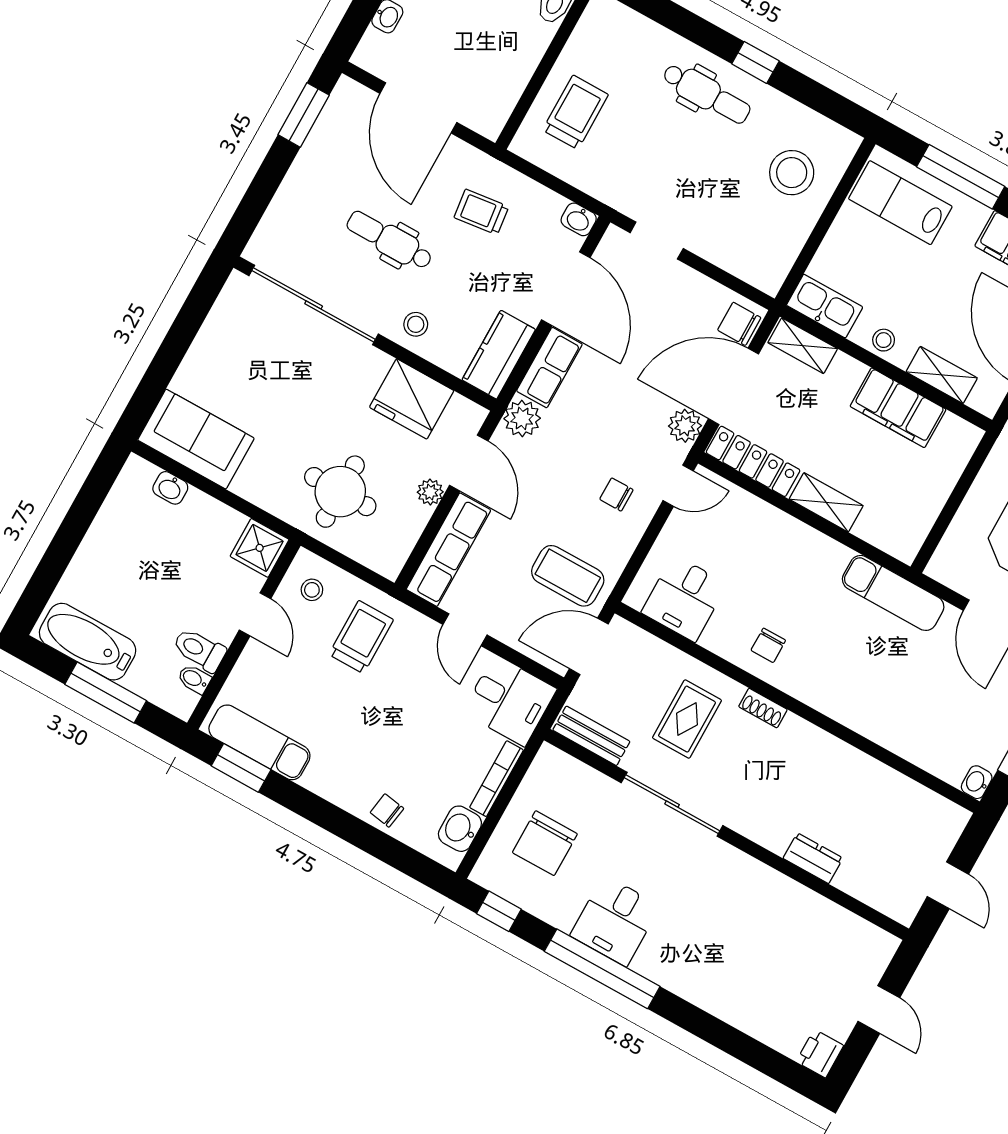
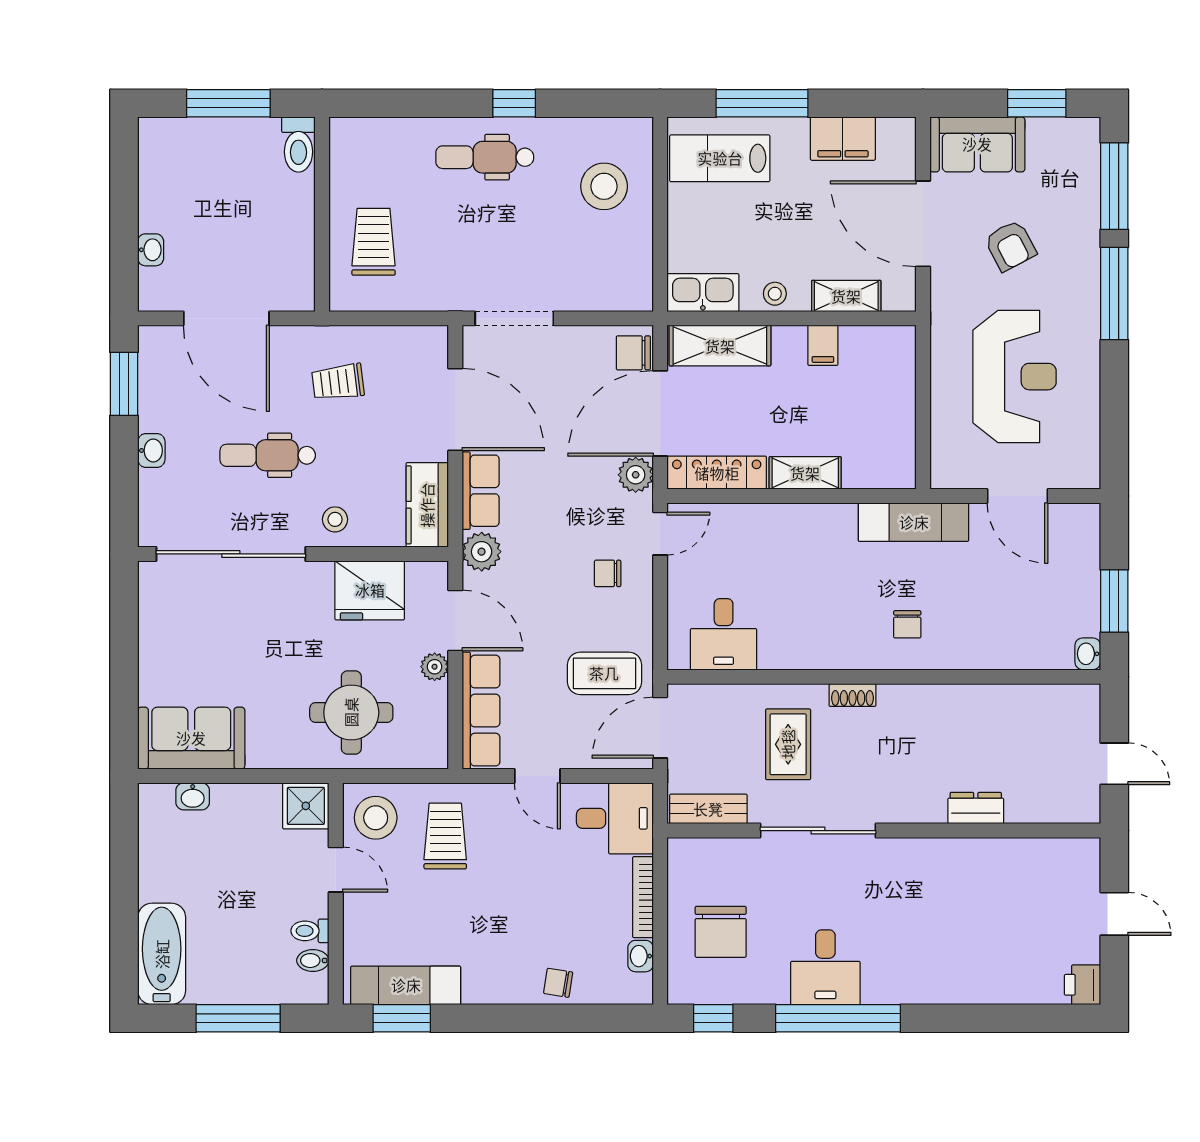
dental chair: (706, 94) -> (485, 157), turned 180
washbasin: (579, 219) -> (151, 451), moved, turned -90
doorway: (657, 241) -> (514, 318), width x1.38
shelving: (803, 346) -> (720, 346), width x1.50, depth x1.33
filing cabinet: (898, 408) -> (823, 345), width x0.33, depth x0.86
stool: (312, 590) -> (376, 818), width x1.89, depth x1.89
bathtub: (88, 642) -> (162, 954), moved, turned 90
chair: (768, 645) -> (907, 624), moved
toilet: (199, 650) -> (310, 931), width x0.73, depth x0.72
washbasin: (460, 829) -> (641, 956), width x0.72, depth x0.69

